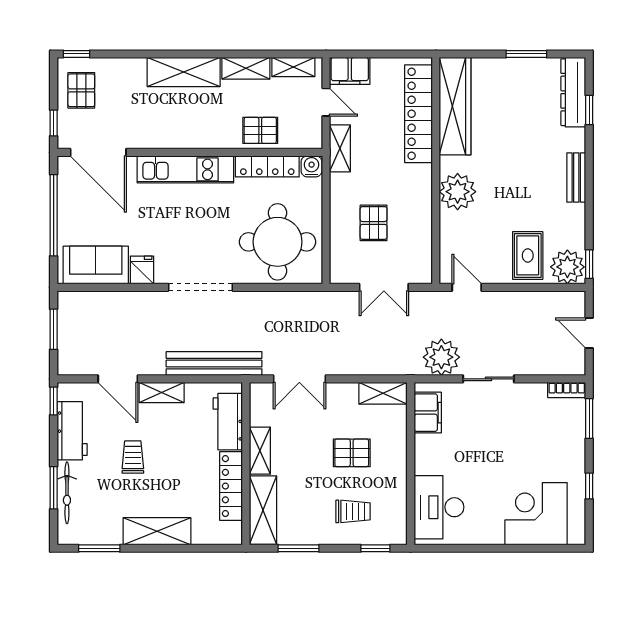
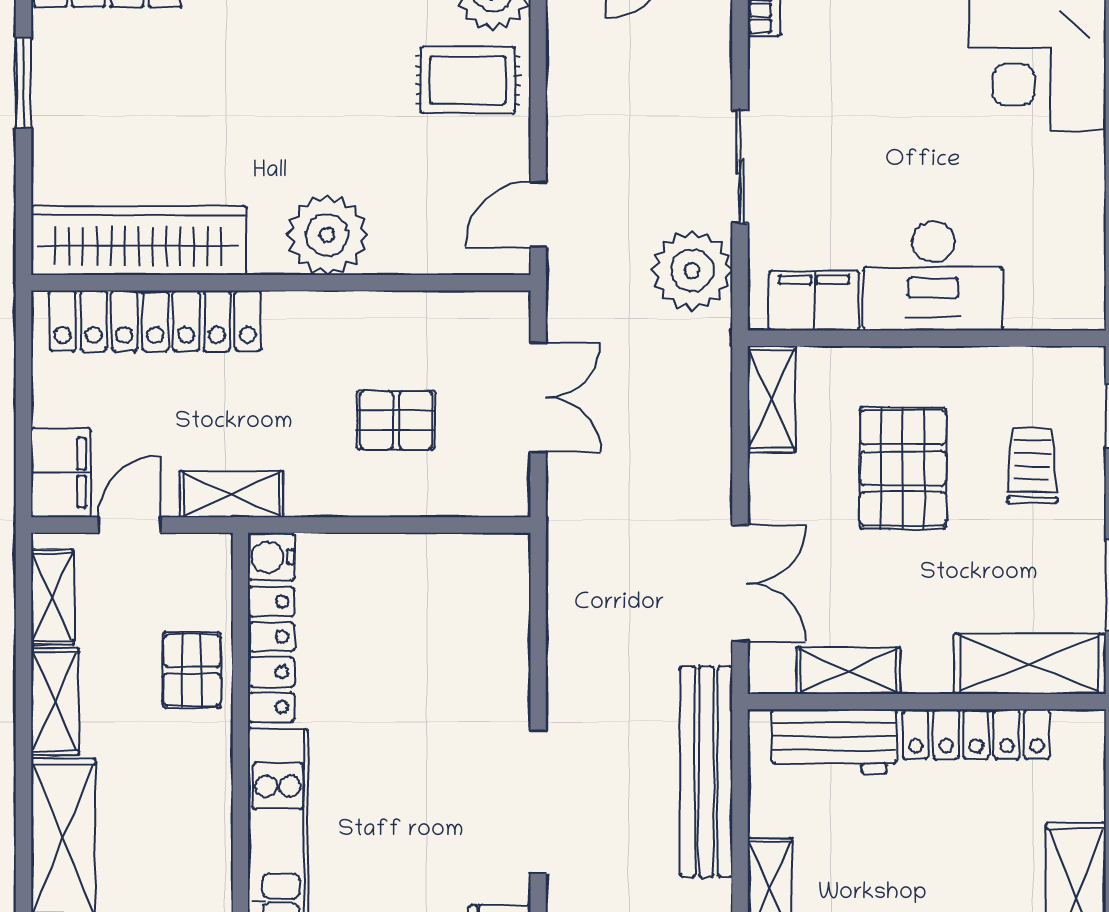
round table: (278, 242) -> (438, 632), removed
shelving: (260, 451) -> (848, 671), moved
pallet: (352, 453) -> (903, 468), width x1.50, depth x1.42
desk: (439, 507) -> (933, 276), moved

